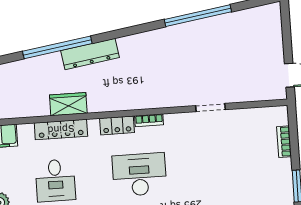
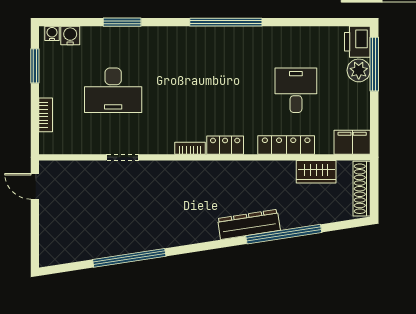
wardrobe: (68, 104) -> (316, 172), moved
desk: (139, 175) -> (113, 90), moved

